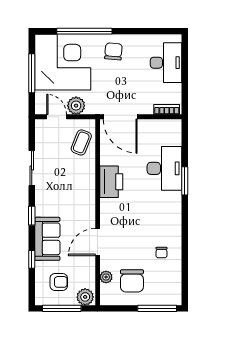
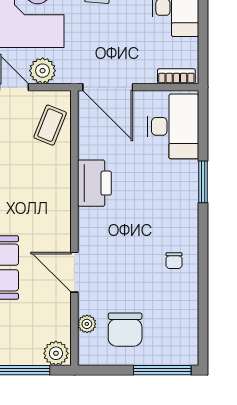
desk: (164, 168) -> (173, 126), moved
door: (98, 242) -> (74, 272), hinge flipped
chair: (161, 253) -> (174, 261), moved
armchair: (59, 282) -> (17, 331), removed

